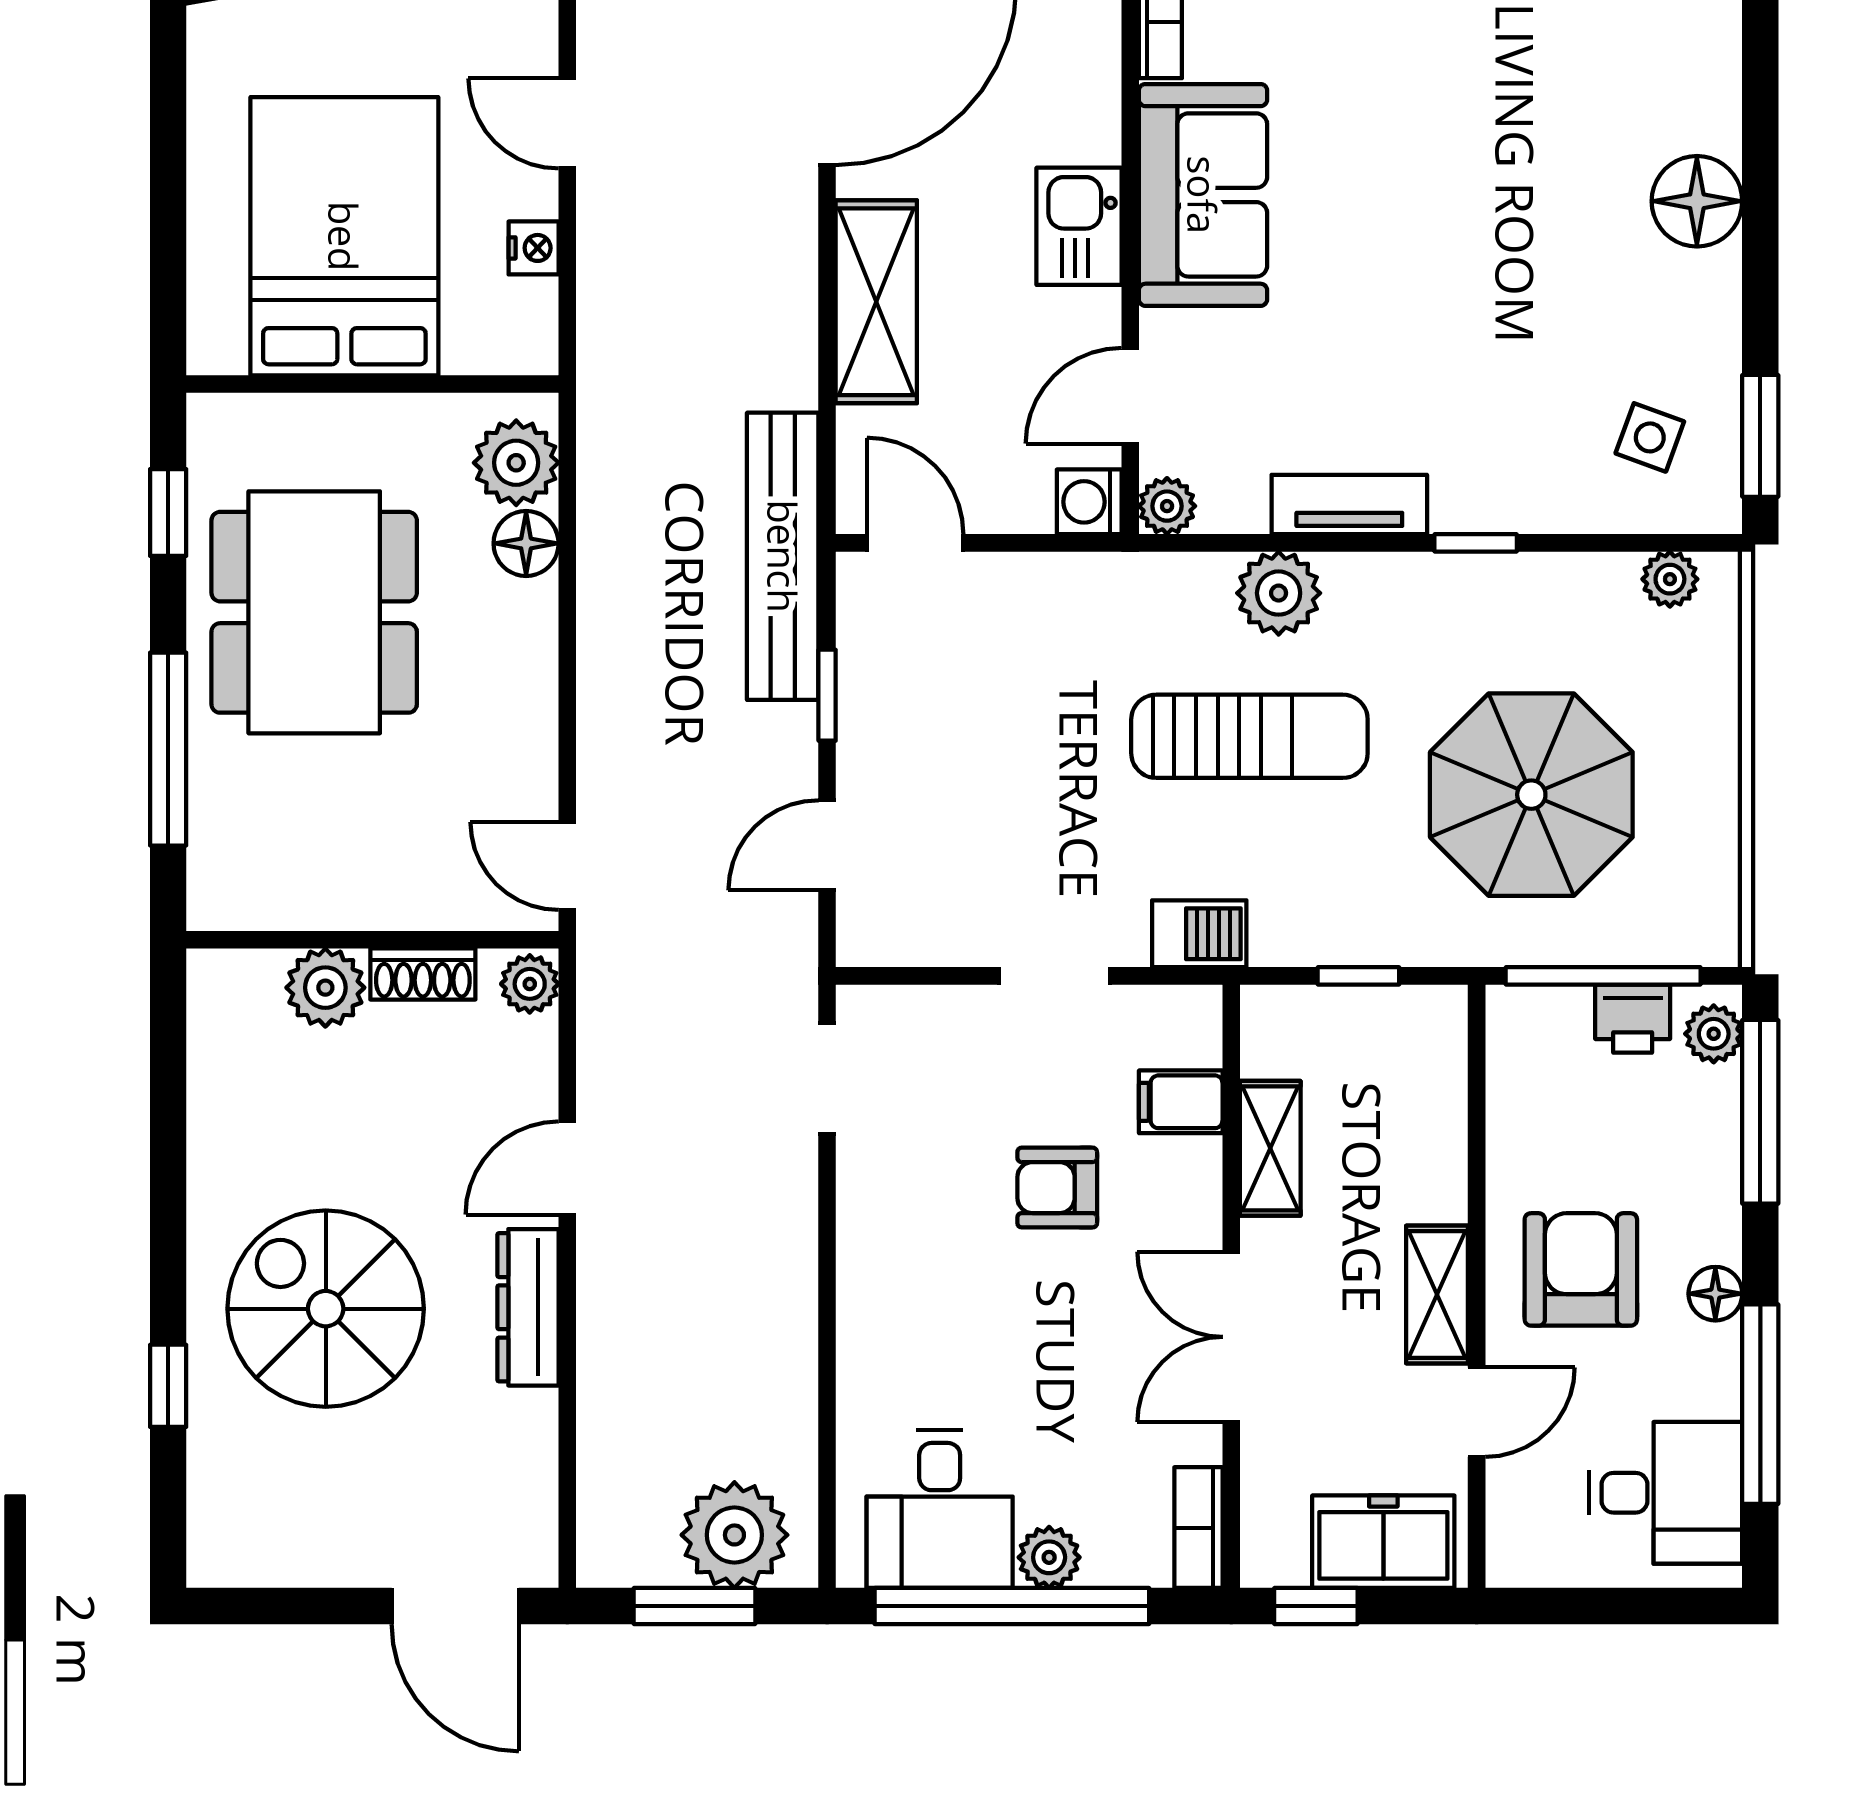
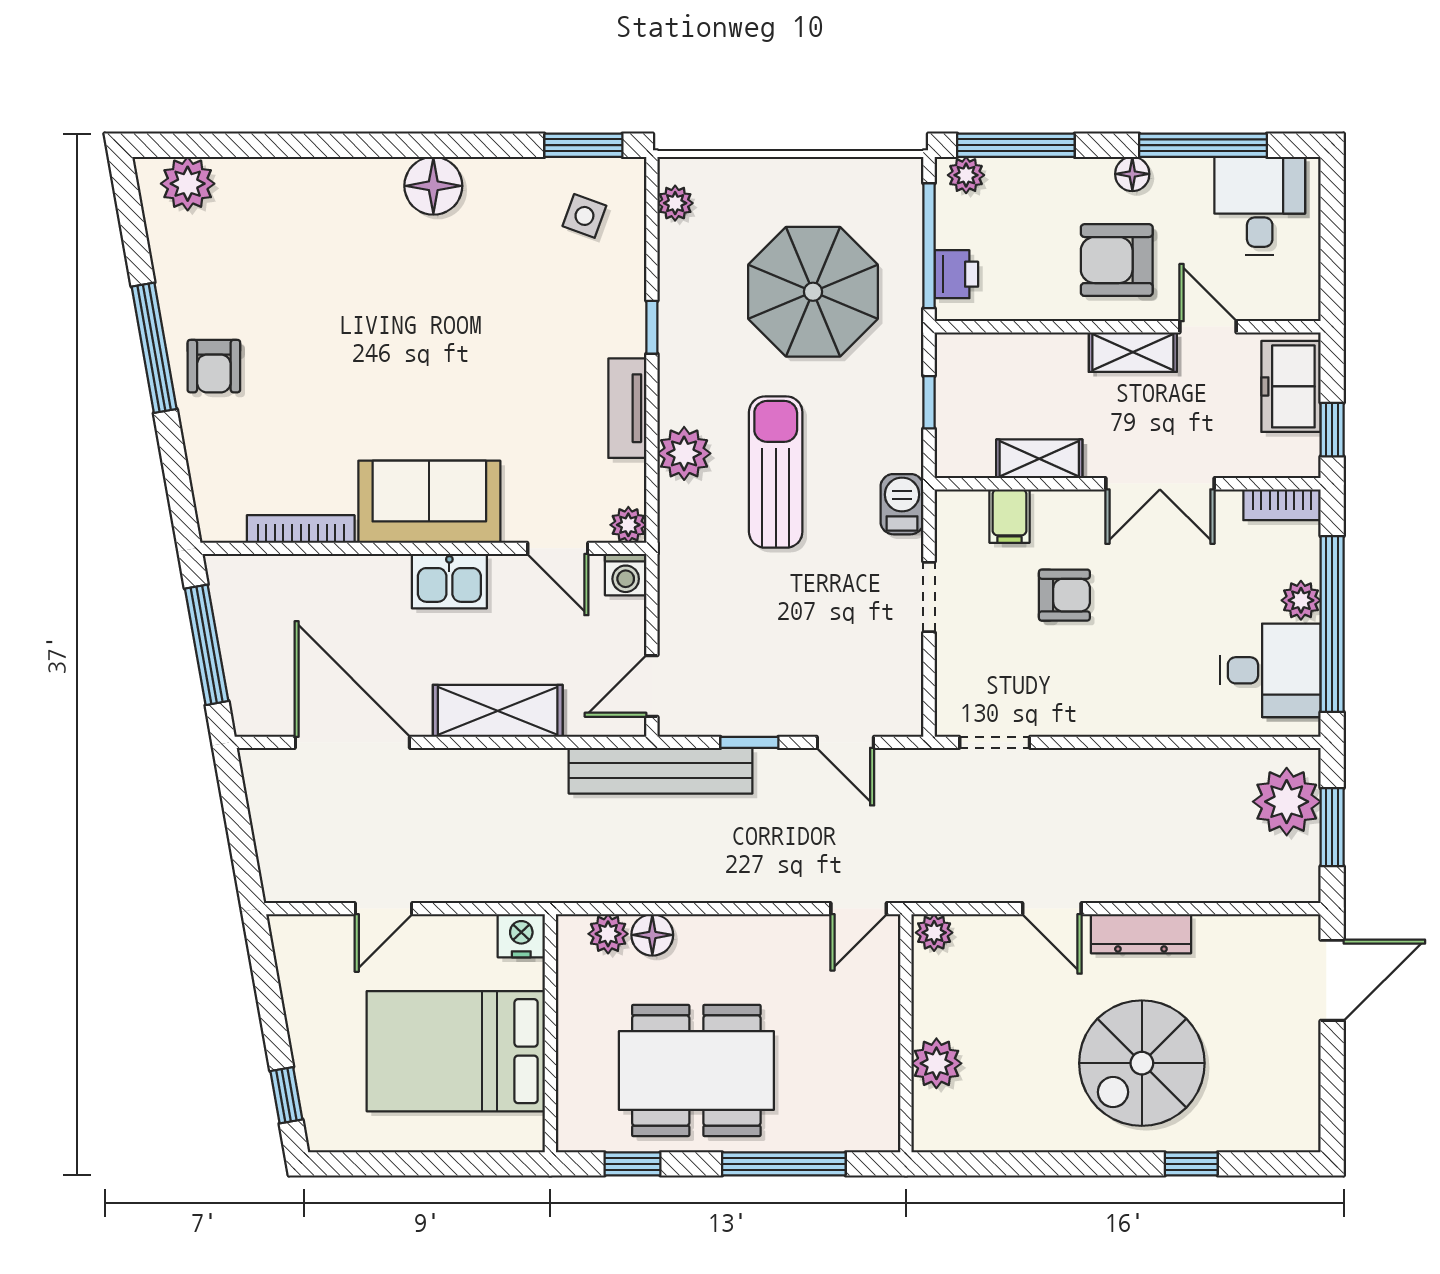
nightstand: (534, 248) -> (521, 936), moved, width x1.39, depth x1.35
plant: (516, 463) -> (608, 934), width x0.73, depth x0.73
shoe rack: (423, 974) -> (928, 1001), removed
printer: (1633, 1019) -> (956, 274), moved
armchair: (1057, 1188) -> (1064, 595), turned -90

